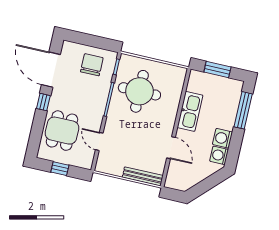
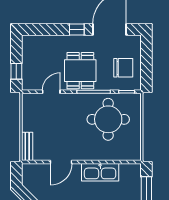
dining table: (62, 131) -> (80, 71), moved, turned 90
window: (60, 169) -> (16, 71), moved
bench: (143, 176) -> (27, 146), width x0.73

